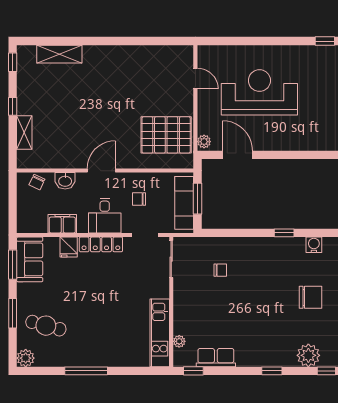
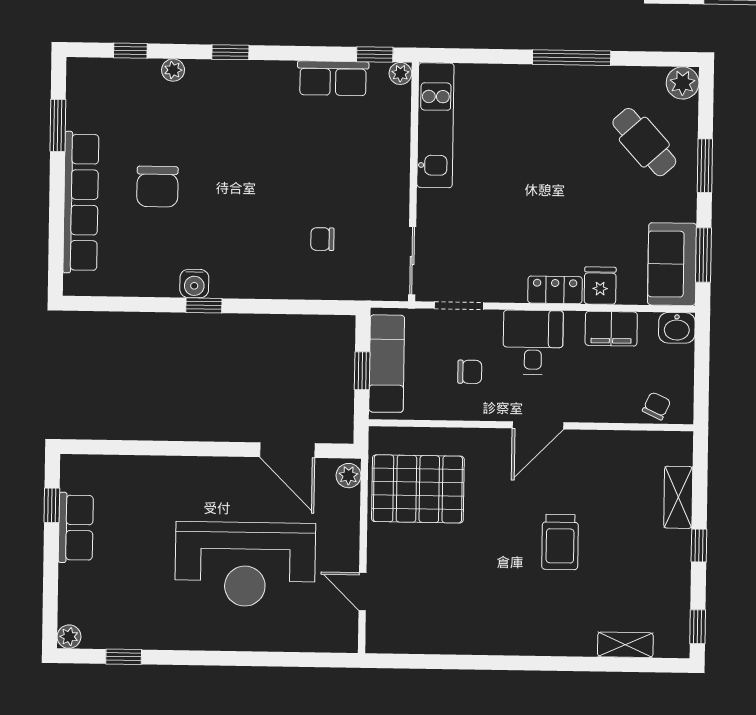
shelving: (59, 54) -> (625, 645), width x0.67, depth x0.75
trolley: (88, 107) -> (560, 542), added
washbasin: (65, 181) -> (677, 328), moved, turned 180
window: (197, 199) -> (362, 371), width x0.67
locker: (101, 244) -> (555, 290), width x0.66
water cooler: (314, 245) -> (194, 284), moved
chair: (310, 297) -> (157, 187), turned -90
cafe table: (46, 326) -> (644, 142), turned 33
plant: (179, 341) -> (400, 73), moved
plant: (308, 355) -> (173, 70), width x0.53, depth x0.53

